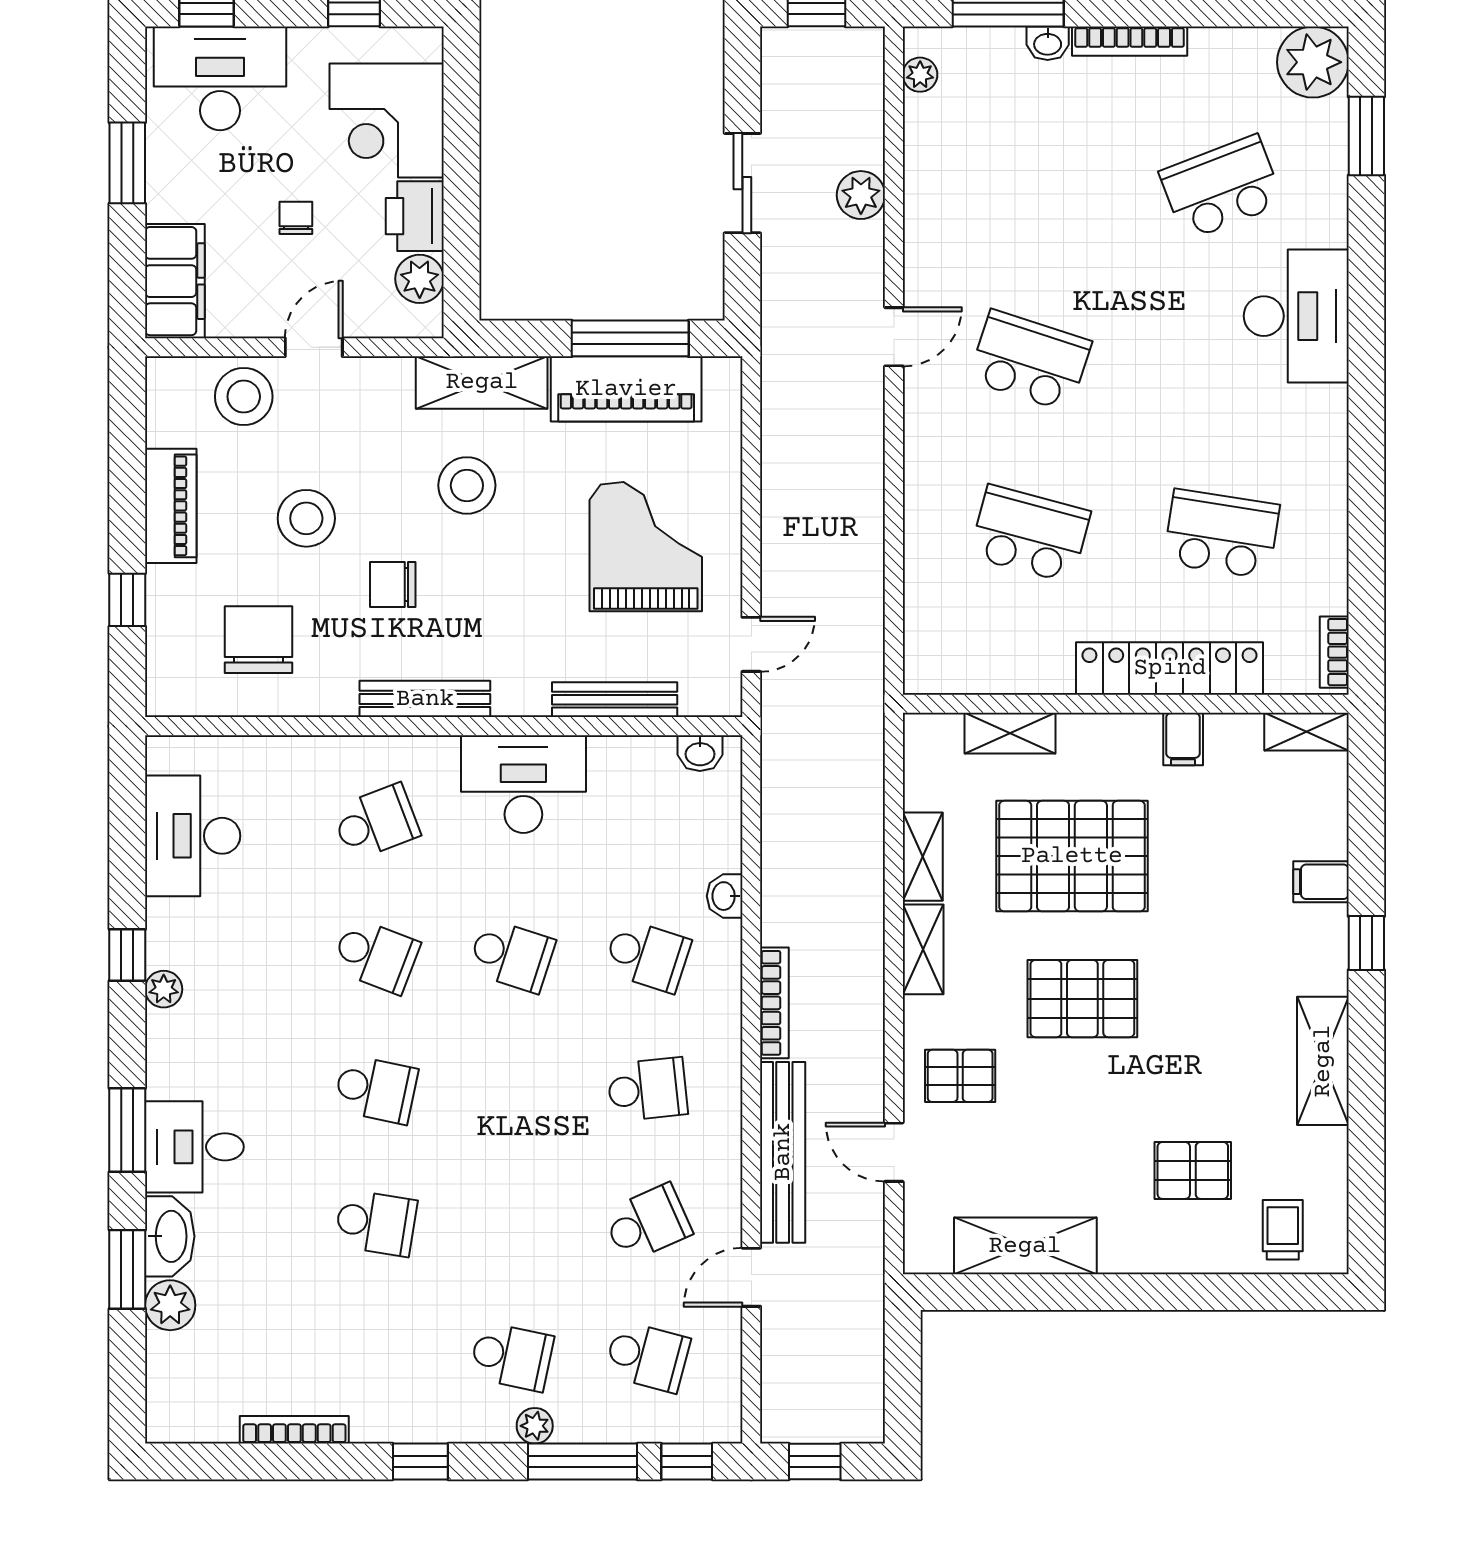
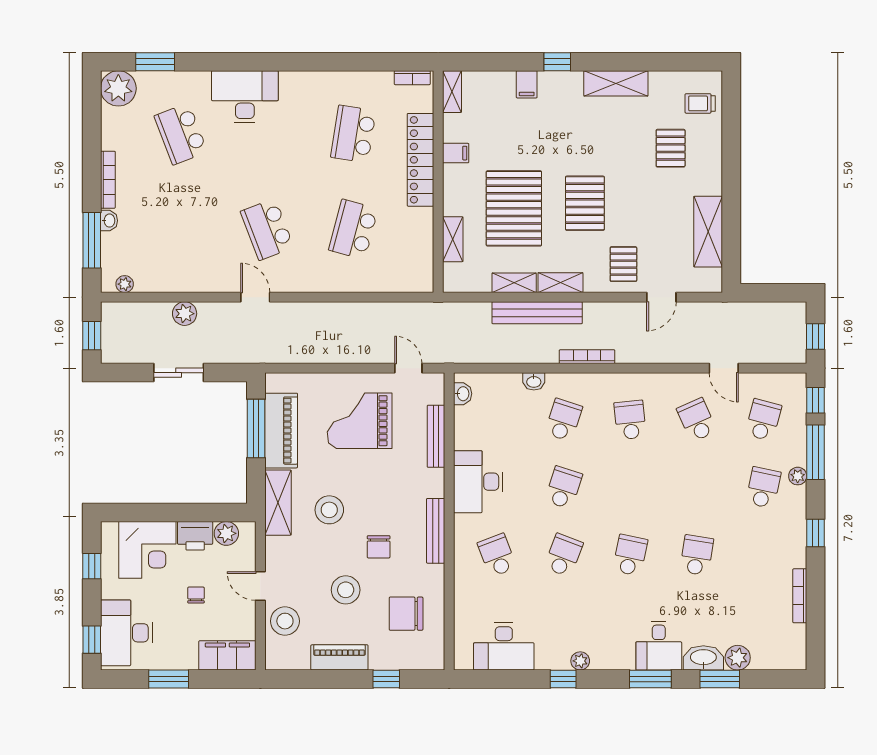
chair: (296, 218) -> (196, 595), turned 90
school desk: (1030, 361) -> (267, 229), turned -39
bench: (783, 1152) -> (537, 313), moved

